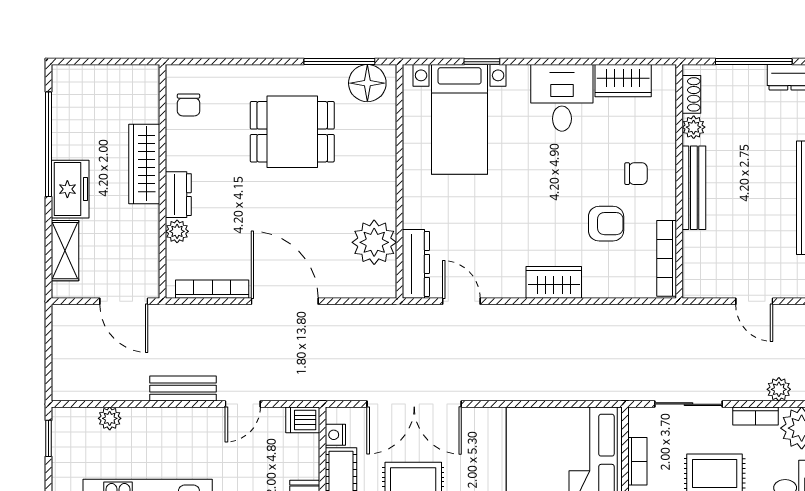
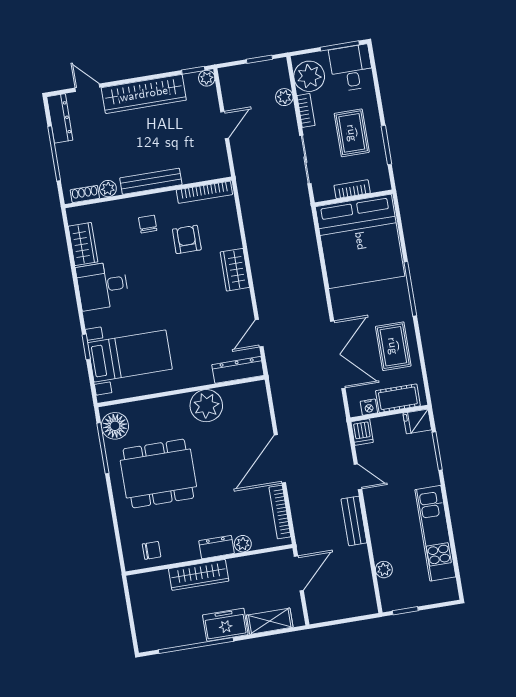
dining table: (292, 132) -> (158, 473), width x1.38
plant: (374, 242) -> (206, 406), moved

